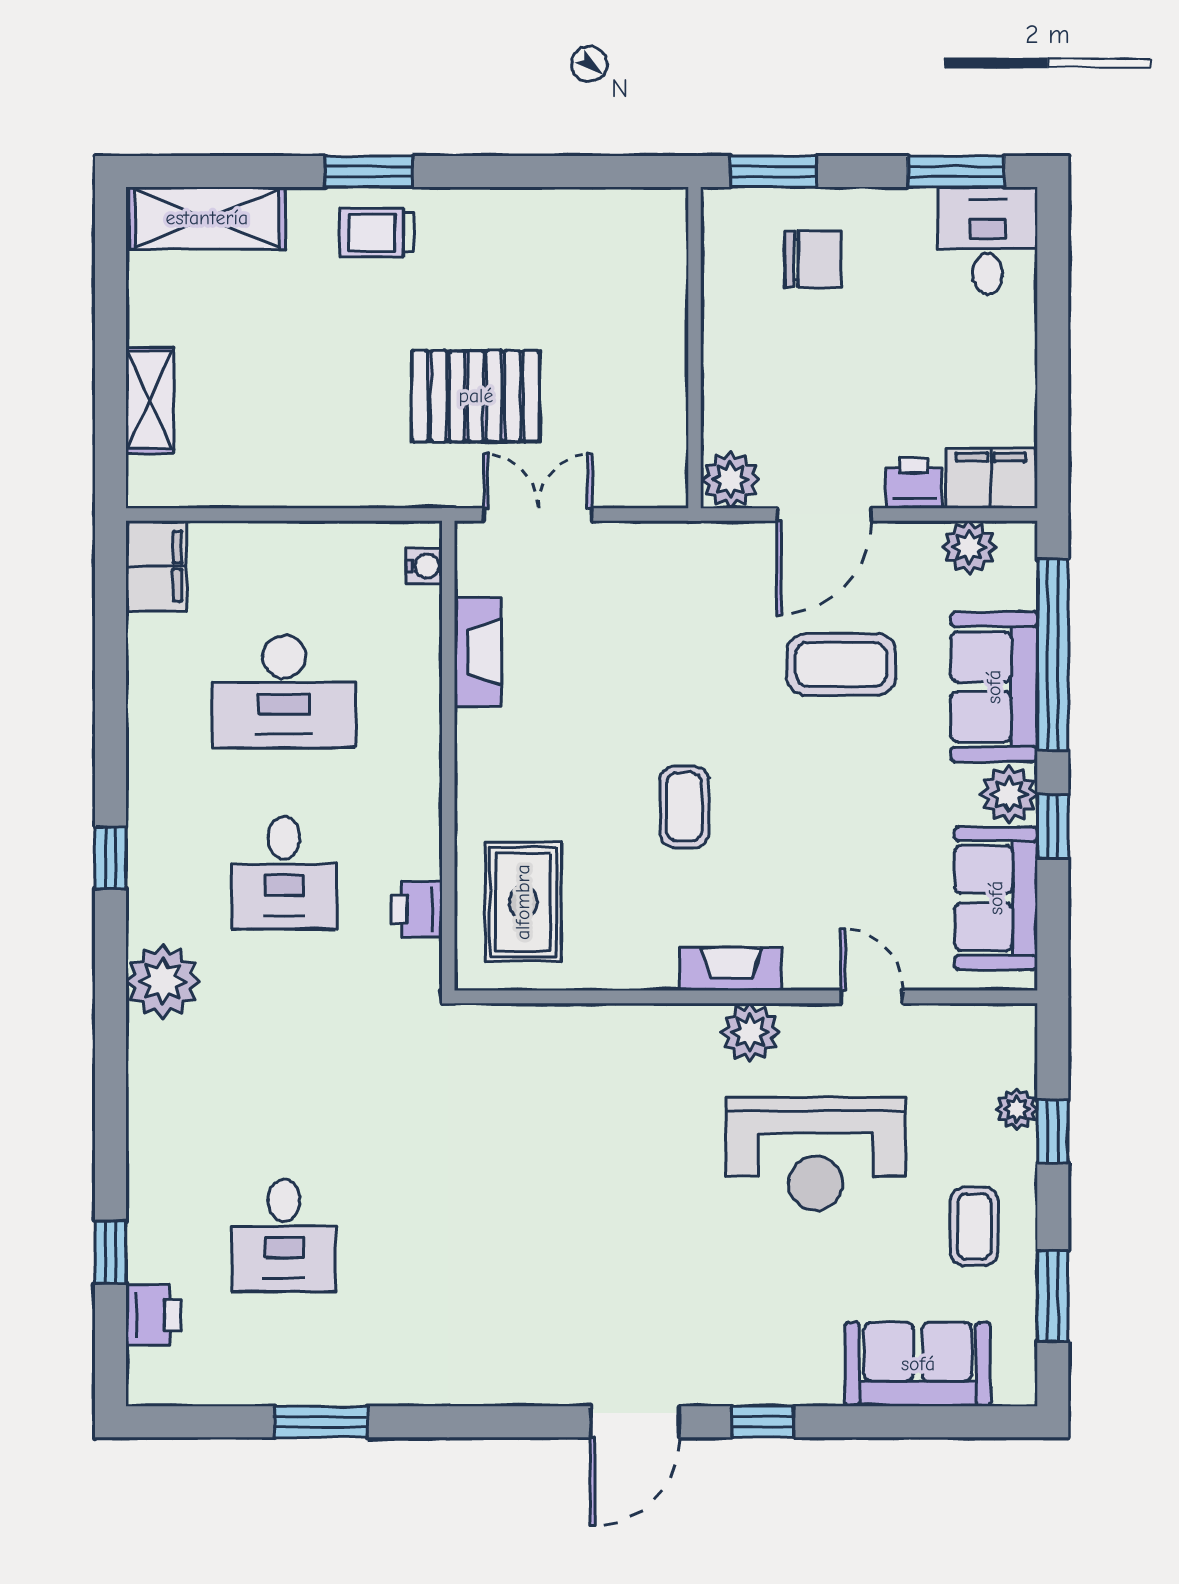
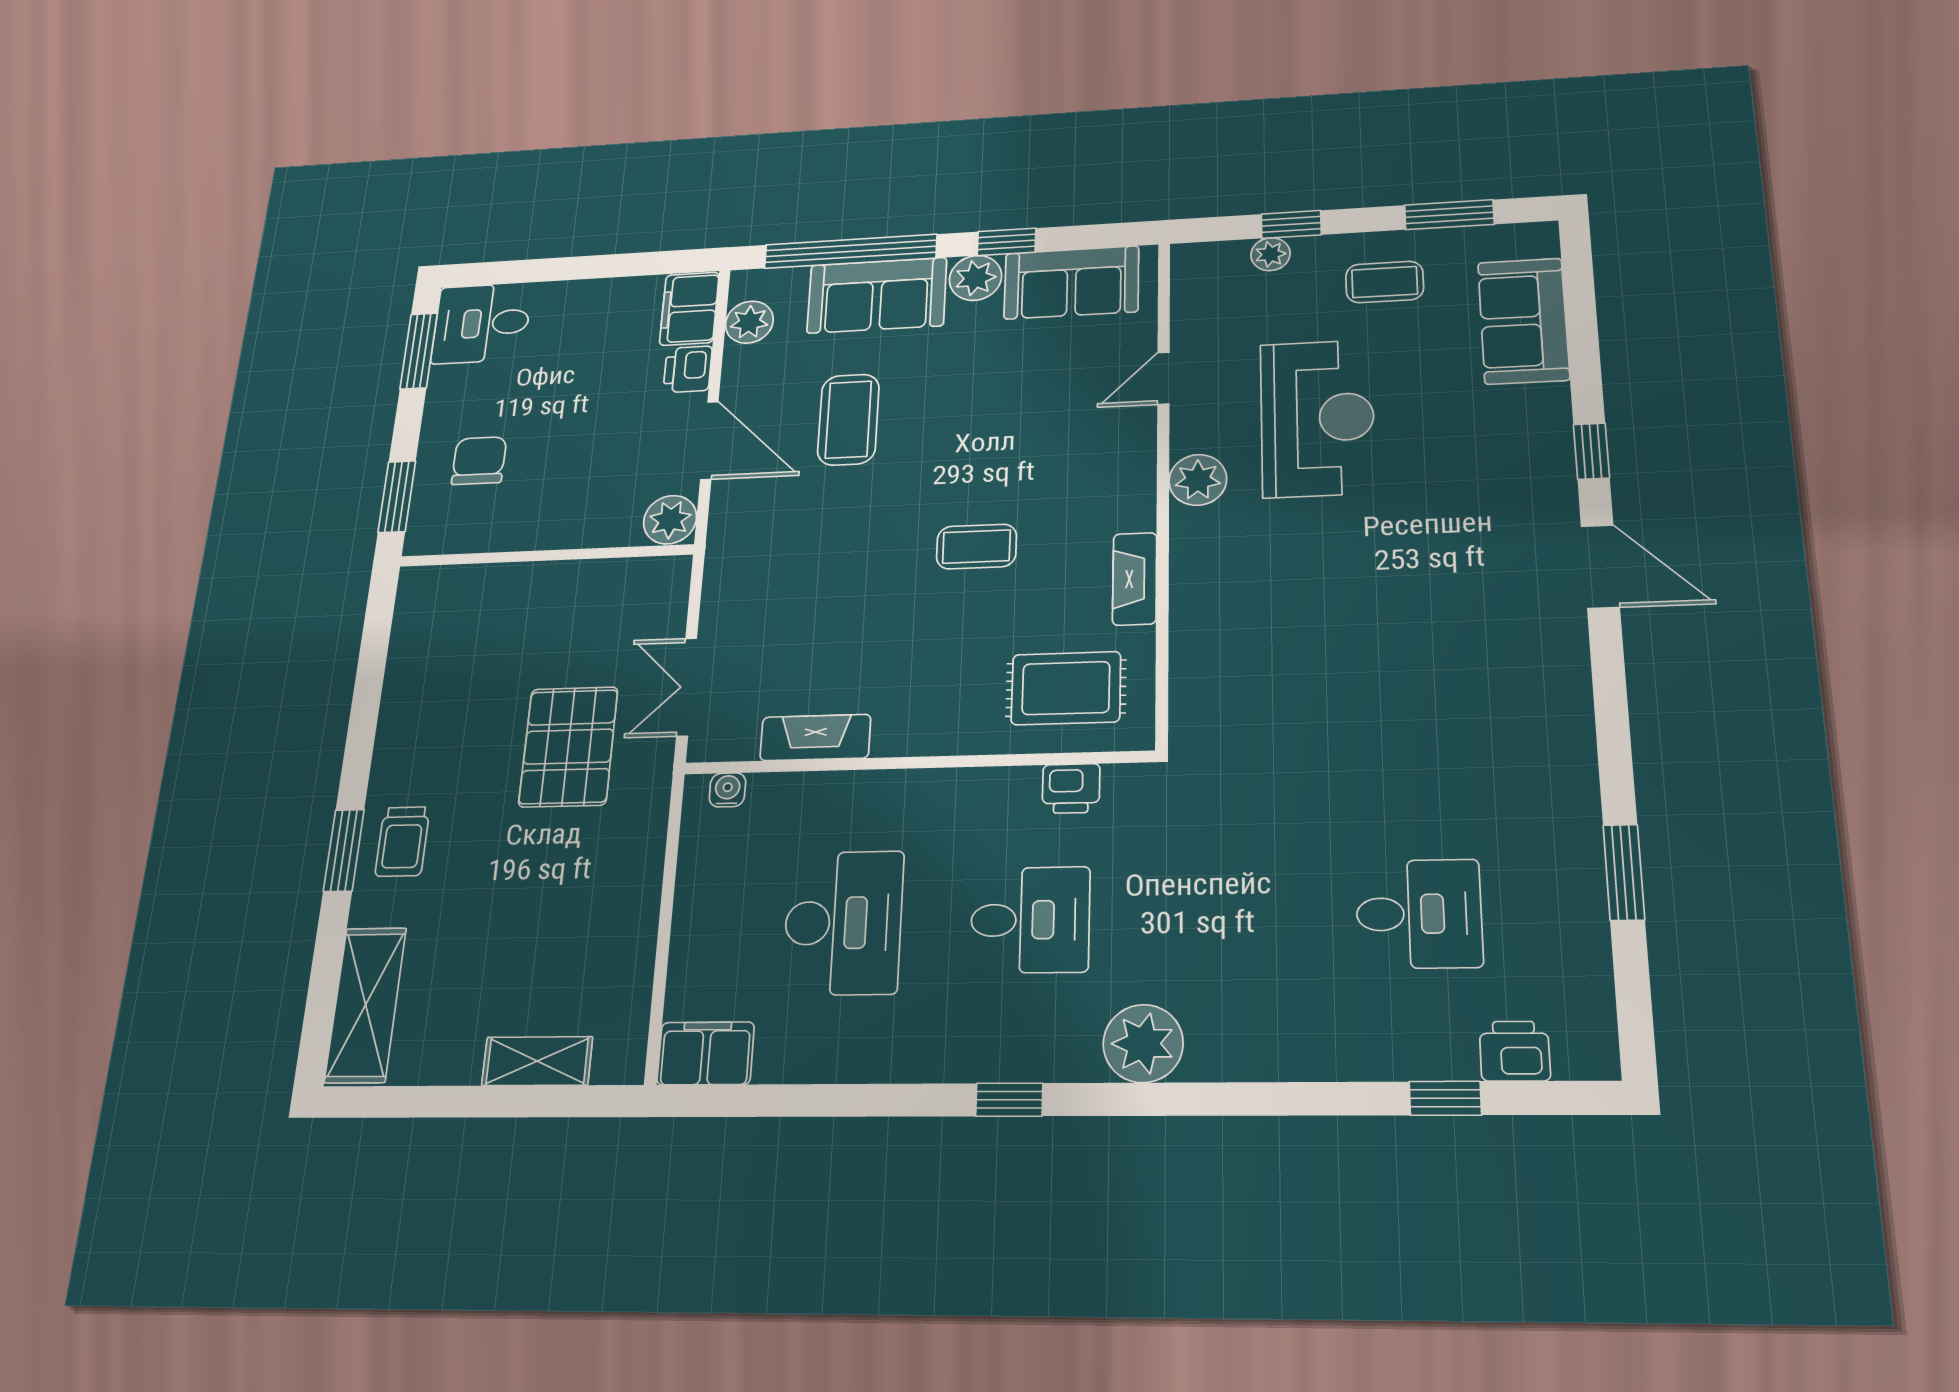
fireplace: (731, 969) -> (1135, 579), moved

